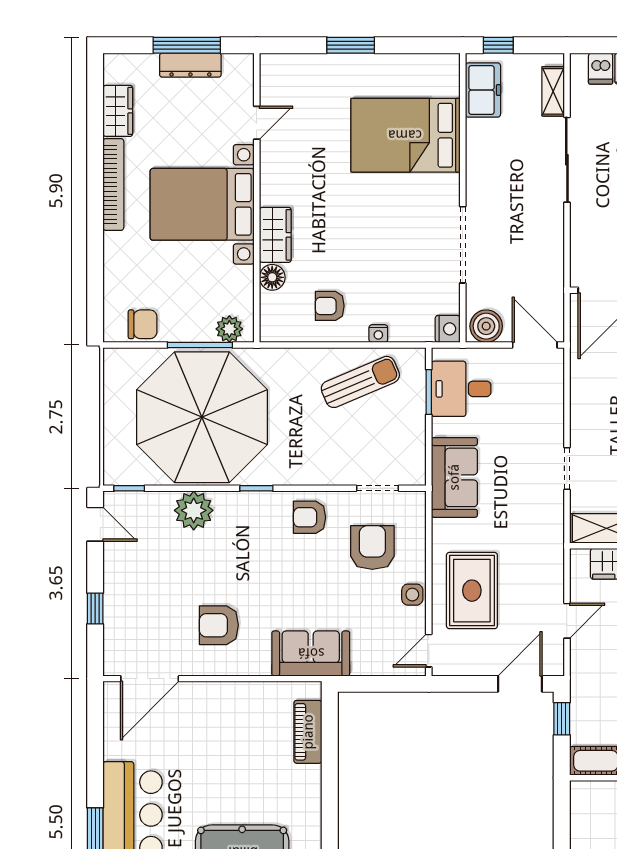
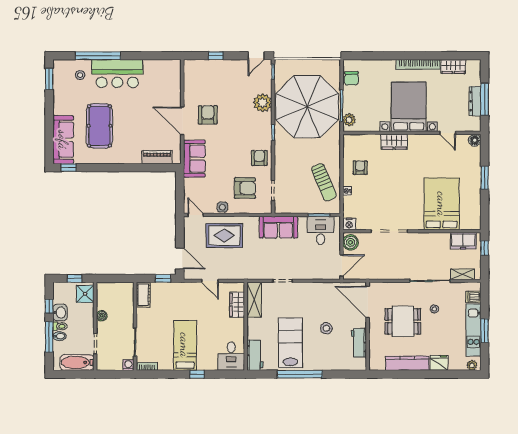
floor lamp: (272, 277) -> (475, 140), moved
door: (150, 679) -> (182, 121), moved

